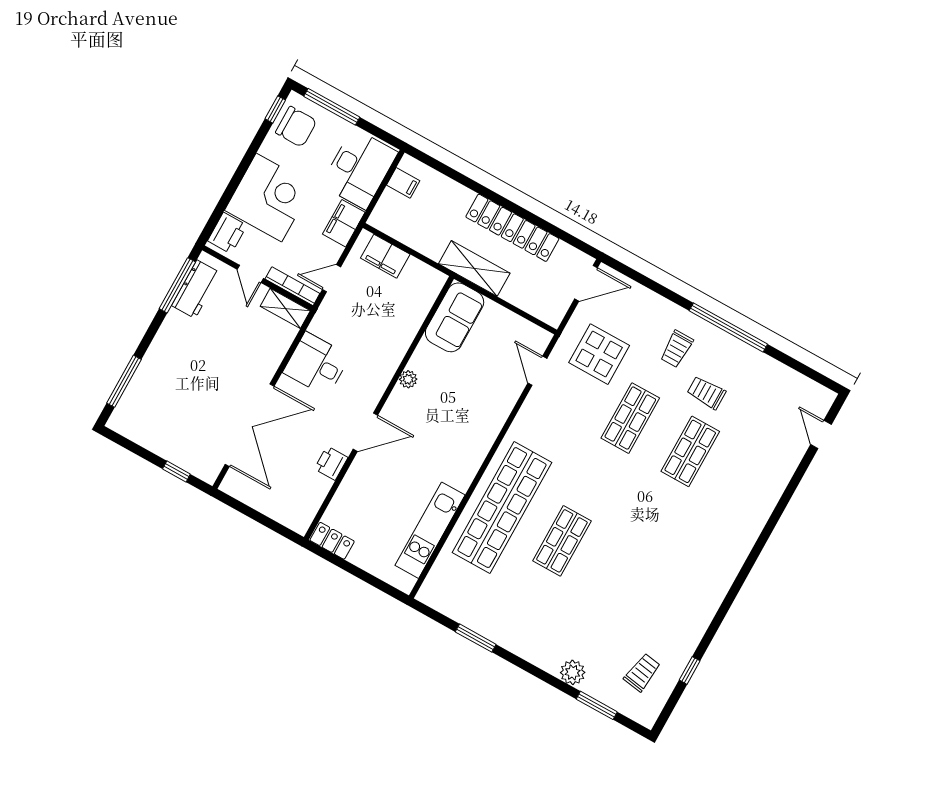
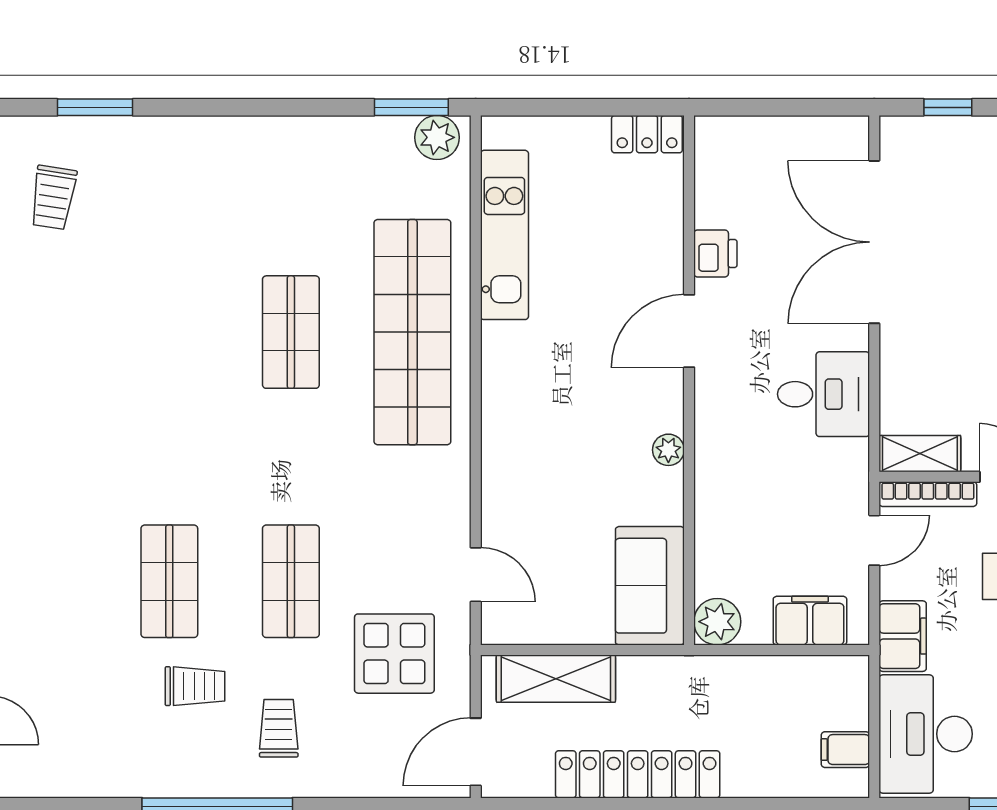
shelving: (474, 268) -> (556, 679), moved
plant: (431, 281) -> (717, 622), added
window: (476, 638) -> (411, 107), moved
plant: (573, 672) -> (437, 137), moved

